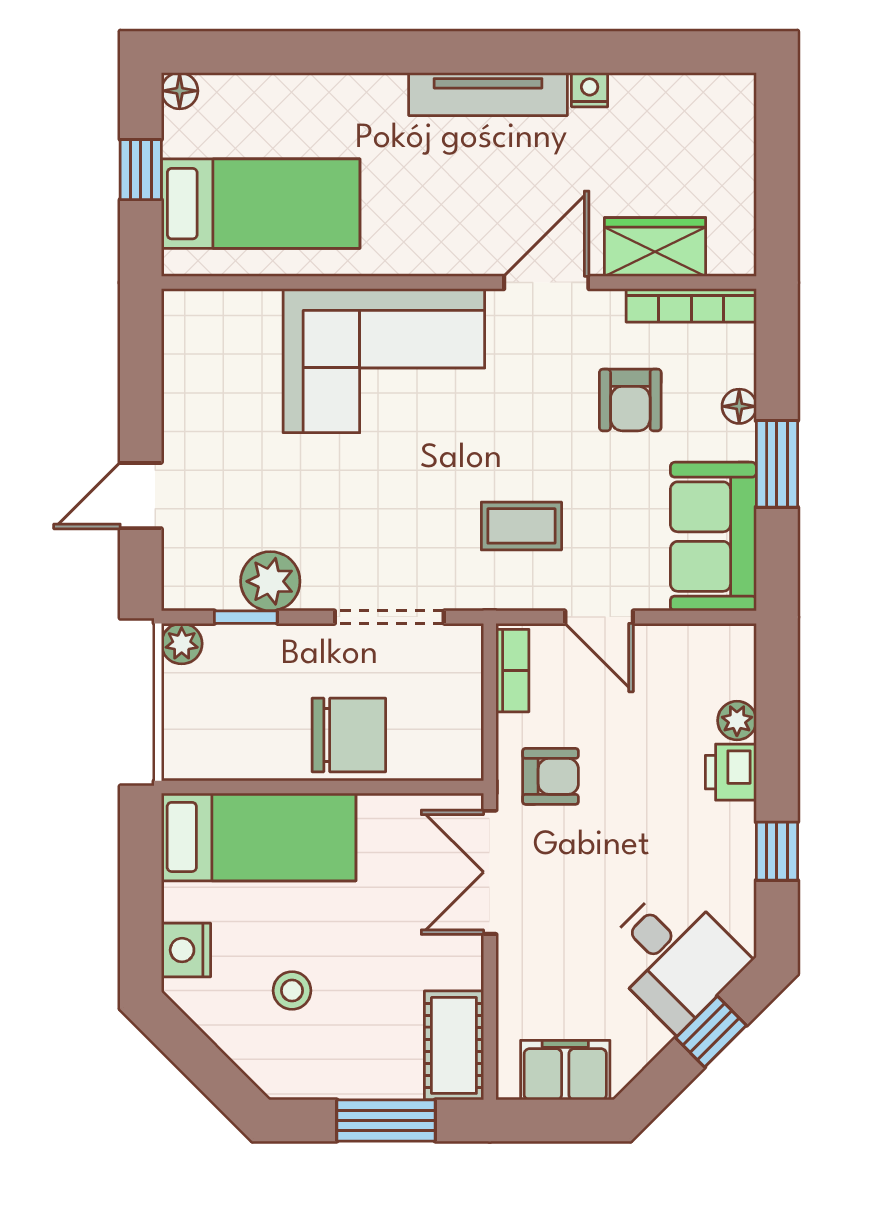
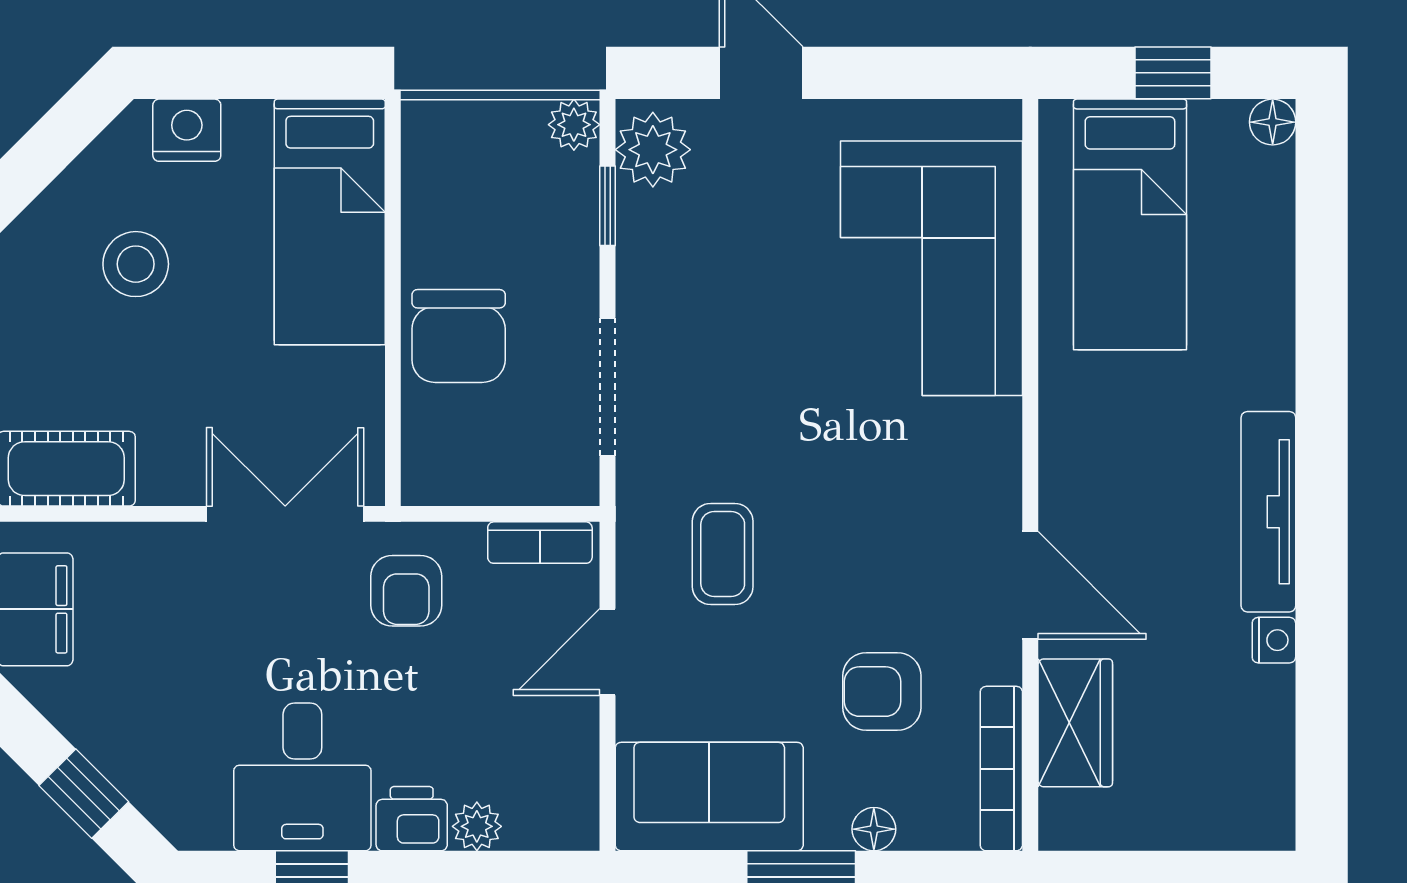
corner sofa: (384, 361) -> (931, 268), moved
plant: (270, 581) -> (653, 150), moved
desk: (674, 957) -> (302, 777), moved, turned -45
stool: (292, 991) -> (136, 264), width x1.37, depth x1.37

